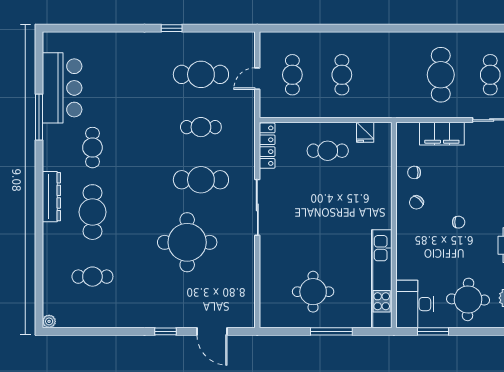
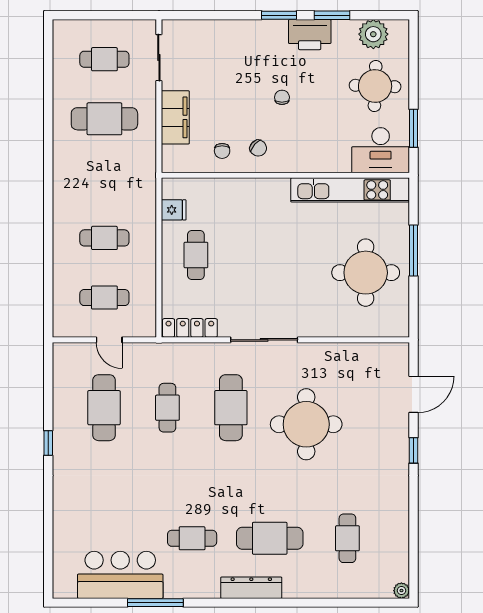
round table: (313, 292) -> (366, 273), width x1.36, depth x1.36

